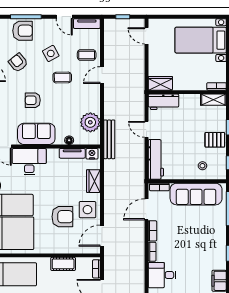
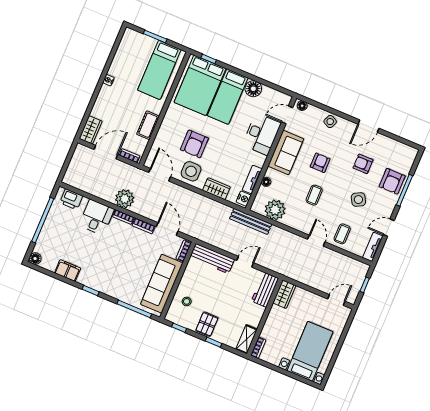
armchair: (18, 63) -> (363, 164), turned -141
coffee table: (62, 78) -> (314, 195), moved
plant: (136, 257) -> (125, 199), added

